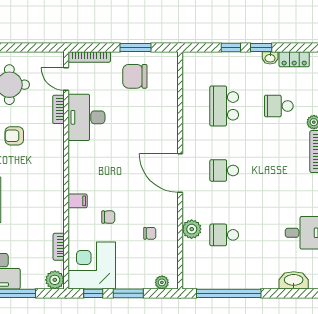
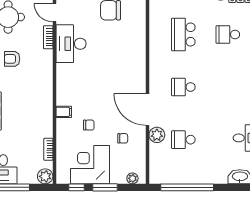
door: (180, 173) -> (147, 109), moved
corner desk: (92, 266) -> (90, 165), moved

